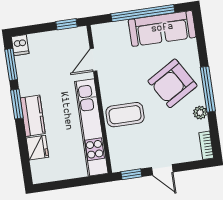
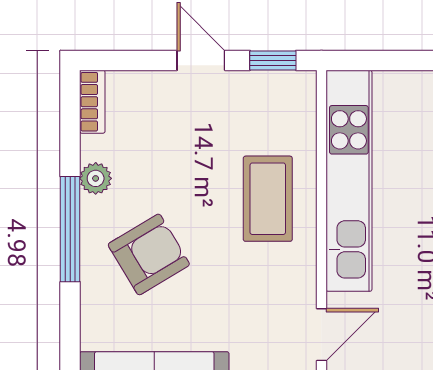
armchair: (173, 83) -> (149, 254), width x0.73, depth x0.73
coffee table: (125, 115) -> (268, 199), turned 90

